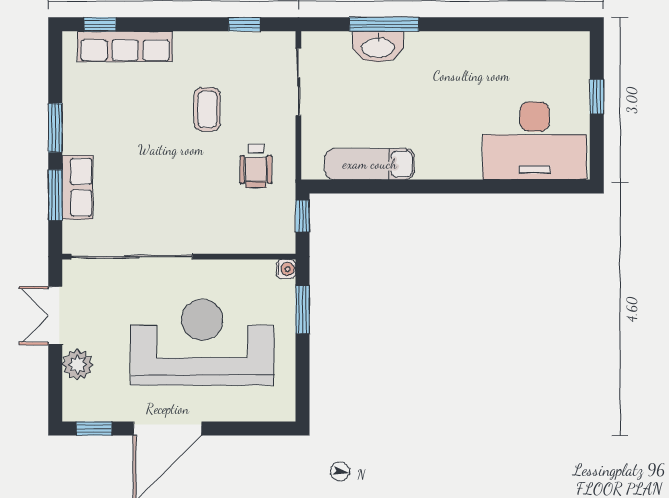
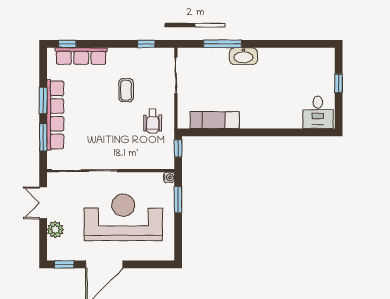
washbasin: (378, 47) -> (243, 56), moved
desk: (535, 141) -> (318, 112), width x0.53, depth x0.77
row of seats: (77, 187) -> (55, 115), width x2.02

